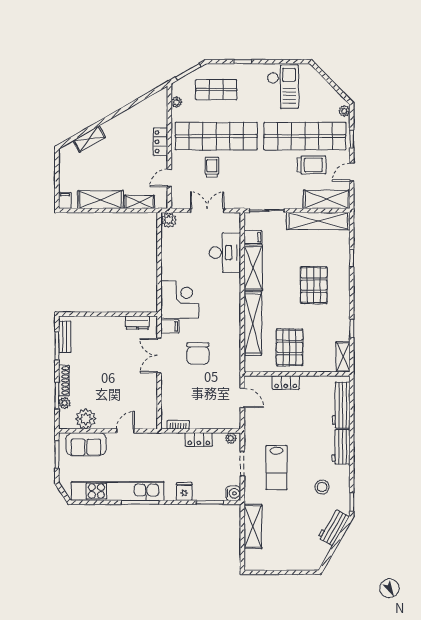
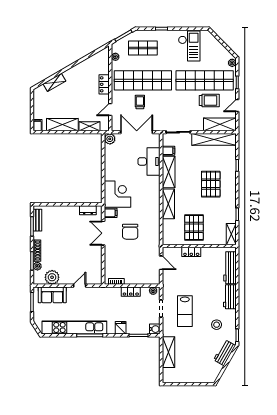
double door: (207, 211) -> (137, 132), width x1.37
shelving: (253, 324) -> (168, 204), width x0.68

